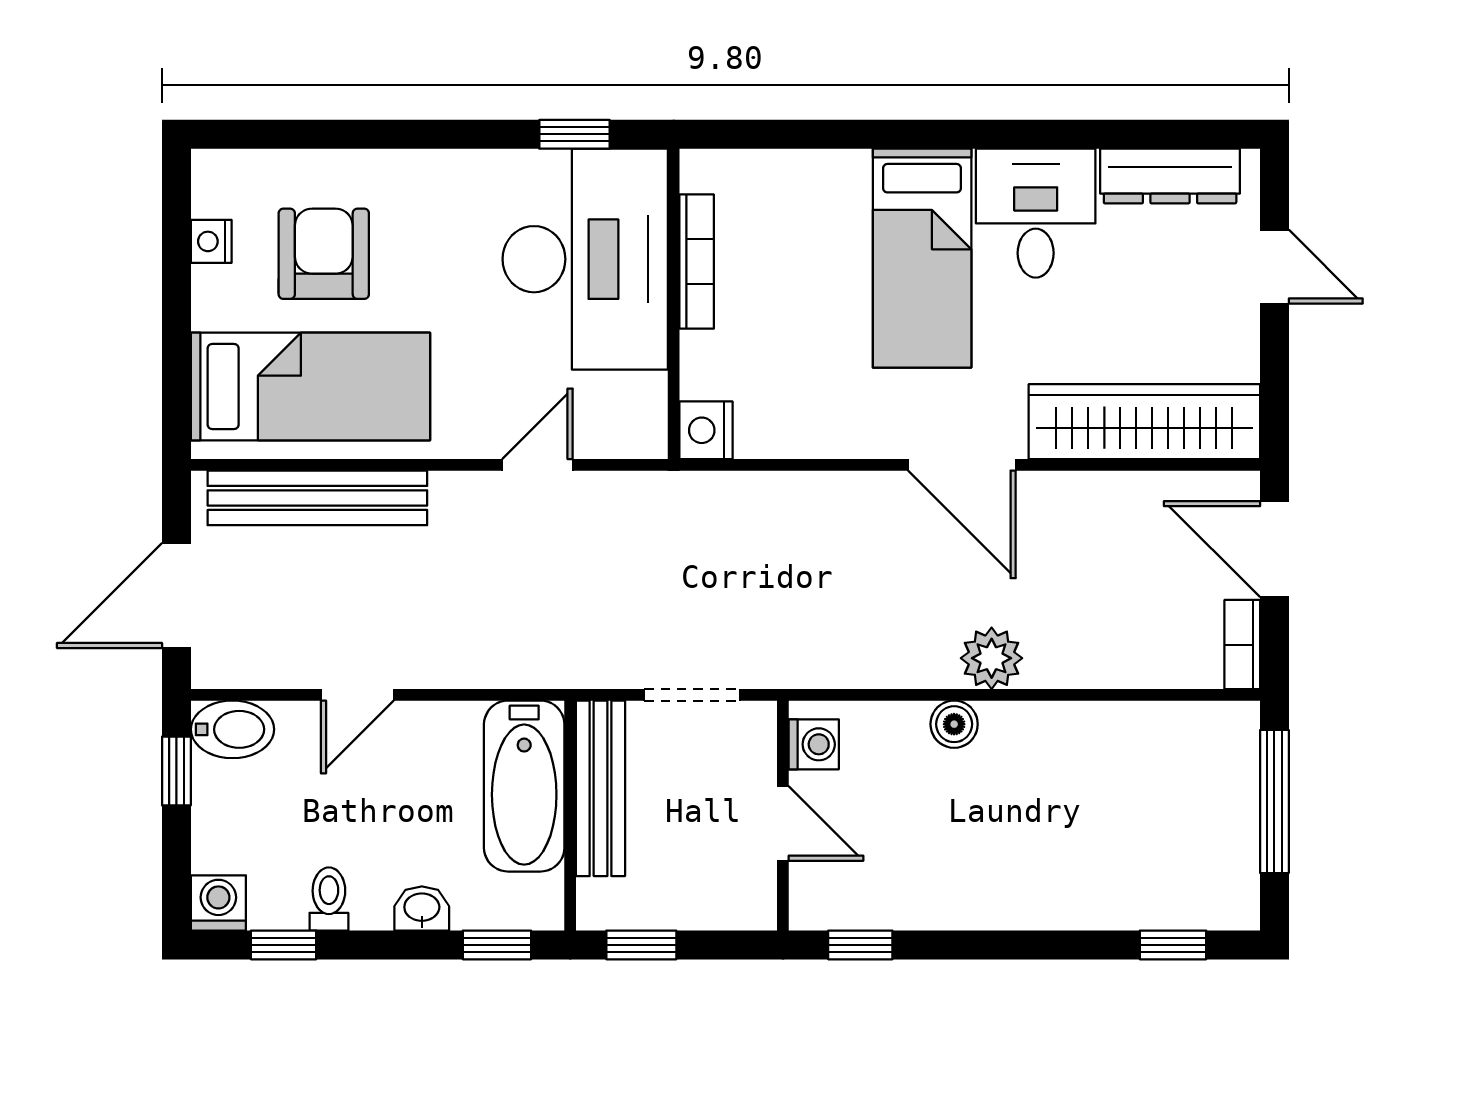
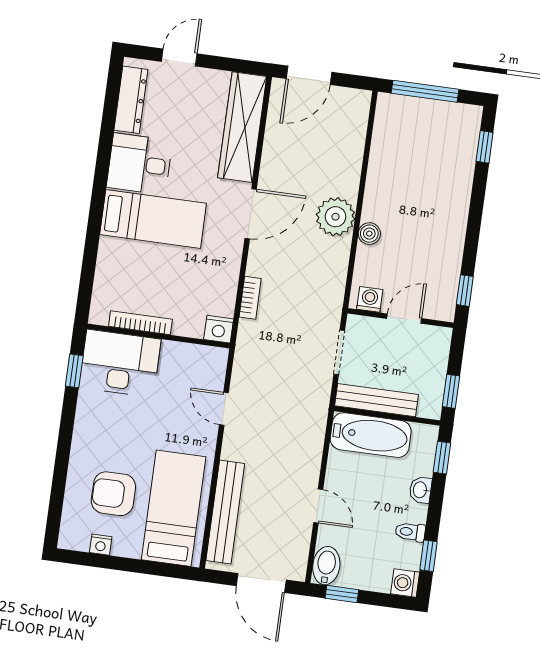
desk: (585, 259) -> (120, 363), width x0.73, depth x0.77
bookcase: (1242, 645) -> (250, 298), moved, turned -90
plant: (992, 658) -> (335, 217), width x1.36, depth x1.36

